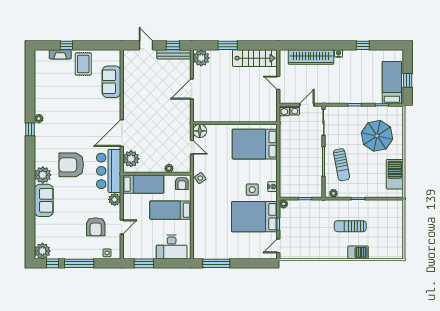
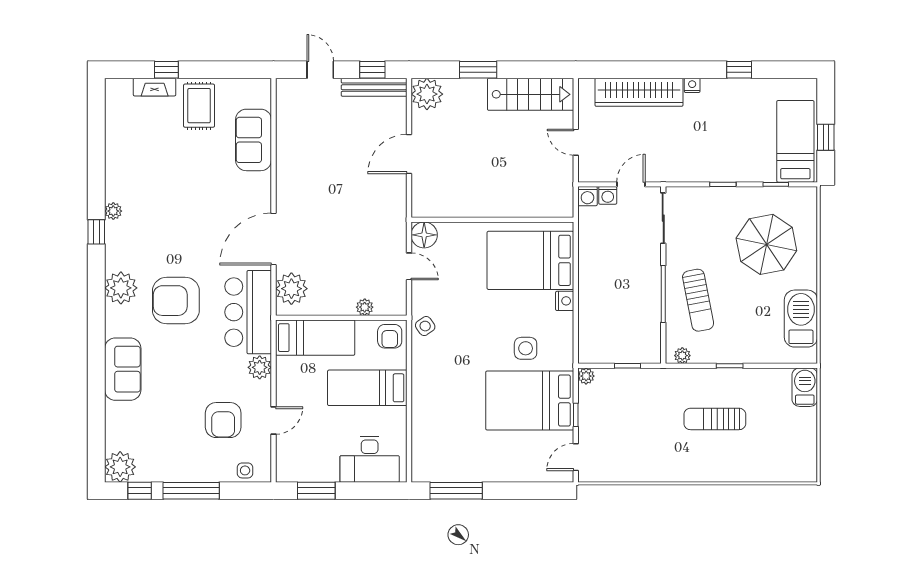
plant: (43, 175) -> (121, 288), moved
nightstand: (272, 187) -> (565, 301), moved
barbecue: (358, 252) -> (805, 387), moved, turned -90

